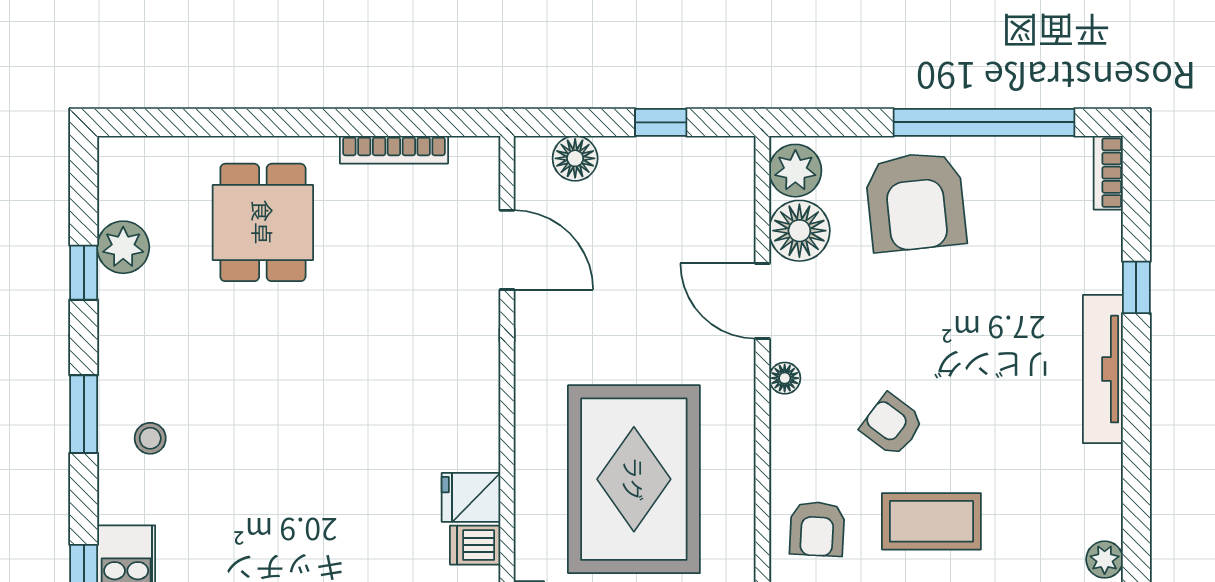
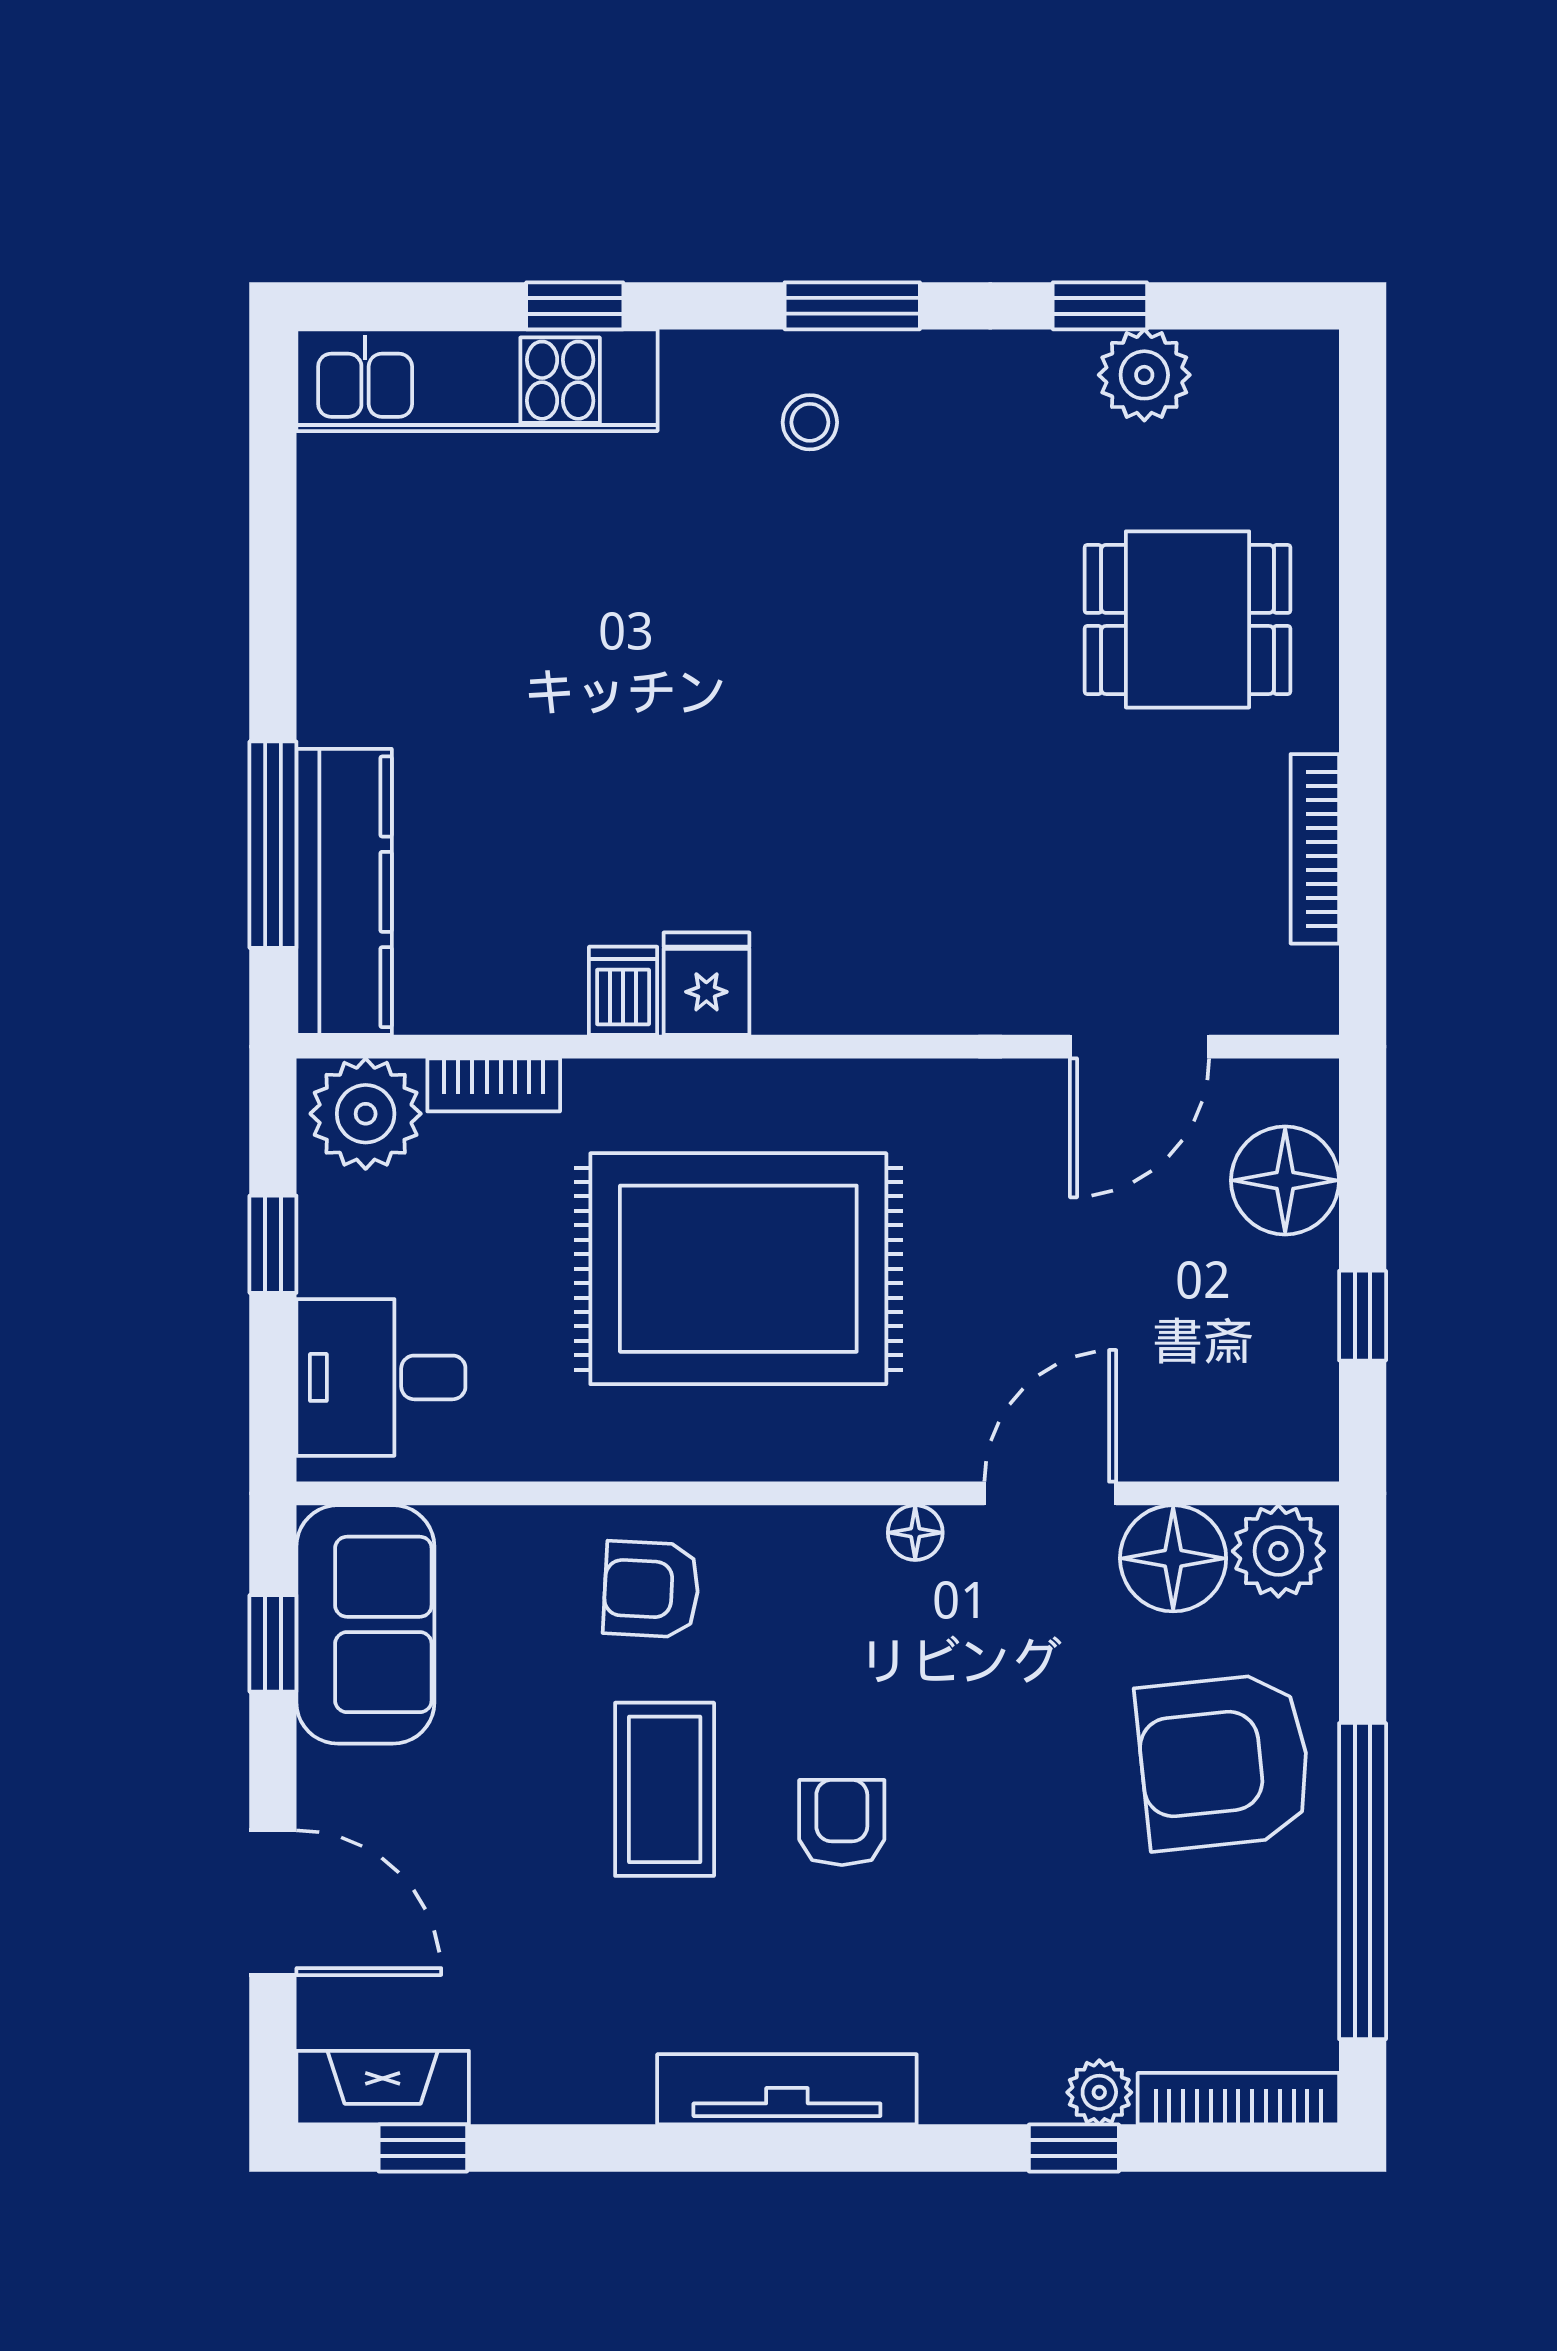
floor lamp: (575, 158) -> (1285, 1180), width x1.38, depth x1.38
bookcase: (1108, 173) -> (1238, 2099), width x1.56
tv unit: (1103, 369) -> (787, 2089), moved
armchair: (892, 425) -> (842, 1823), moved, turned -37
plant: (1105, 560) -> (1099, 2092), moved

